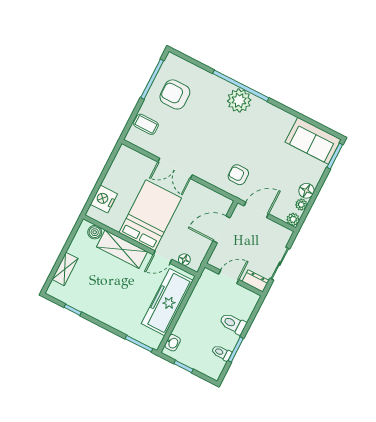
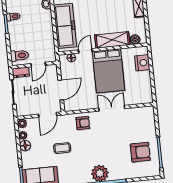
coffee table: (146, 124) -> (62, 148), moved
armchair: (238, 175) -> (83, 123), moved
toilet: (233, 324) -> (19, 56), moved

